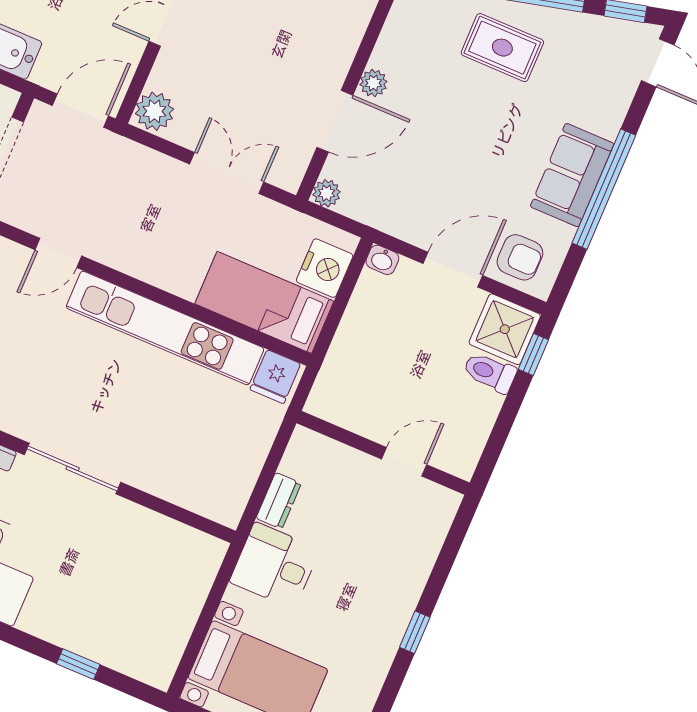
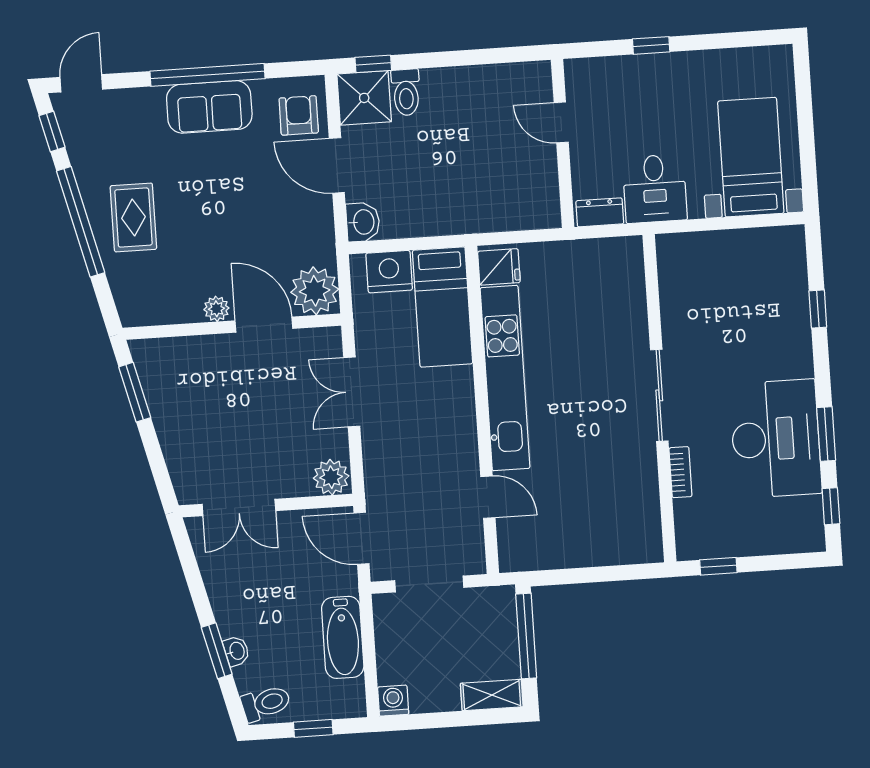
plant: (327, 193) -> (315, 291), width x1.87, depth x1.87
washbasin: (382, 260) -> (363, 222), width x1.38, depth x1.45
wall: (383, 453) -> (563, 143), moved
door: (404, 462) -> (561, 122), moved

